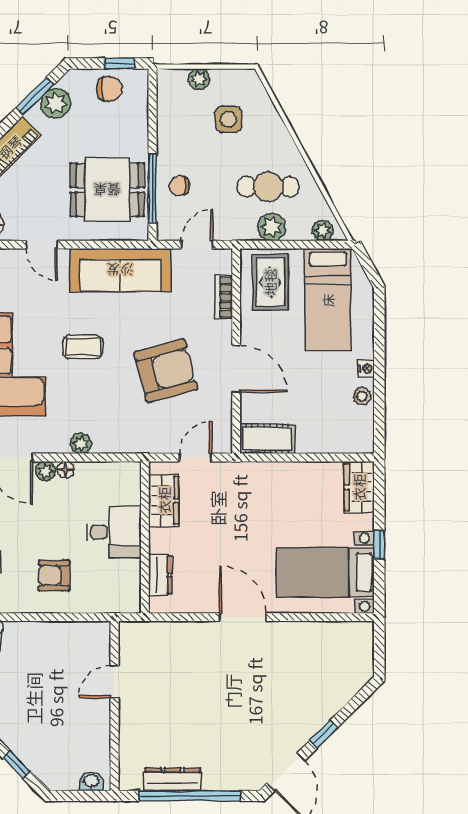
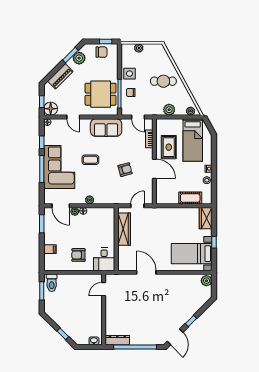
side table: (229, 119) -> (129, 74), moved
cafe table: (268, 187) -> (163, 81), moved
door: (197, 245) -> (138, 117), swing flipped
sofa: (120, 270) -> (106, 128), width x0.73
rug: (270, 282) -> (169, 147), moved
armchair: (166, 371) -> (125, 170), width x0.53, depth x0.53
cot: (267, 439) -> (190, 198), moved
wardrobe: (164, 500) -> (124, 229), width x1.50
desk: (114, 532) -> (104, 259), moved, turned 90
dresser: (160, 575) -> (123, 255), removed
door: (243, 617) -> (146, 272), moved
plant: (361, 637) -> (206, 281), added
door: (114, 682) -> (104, 289), moved
dresser: (173, 779) -> (117, 340), moved

